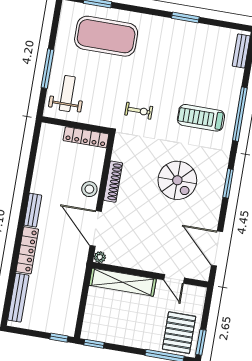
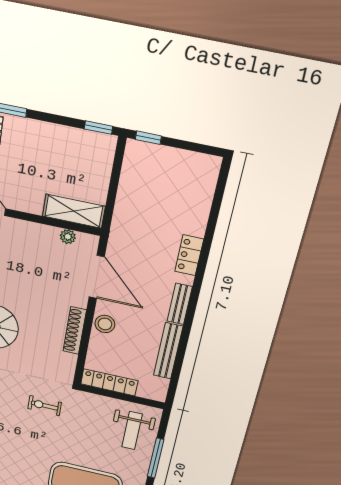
locker: (27, 250) -> (189, 255), width x0.66
plant: (100, 257) -> (68, 237), moved
shelving: (123, 282) -> (74, 211), width x0.68
bench: (18, 298) -> (168, 351), moved

